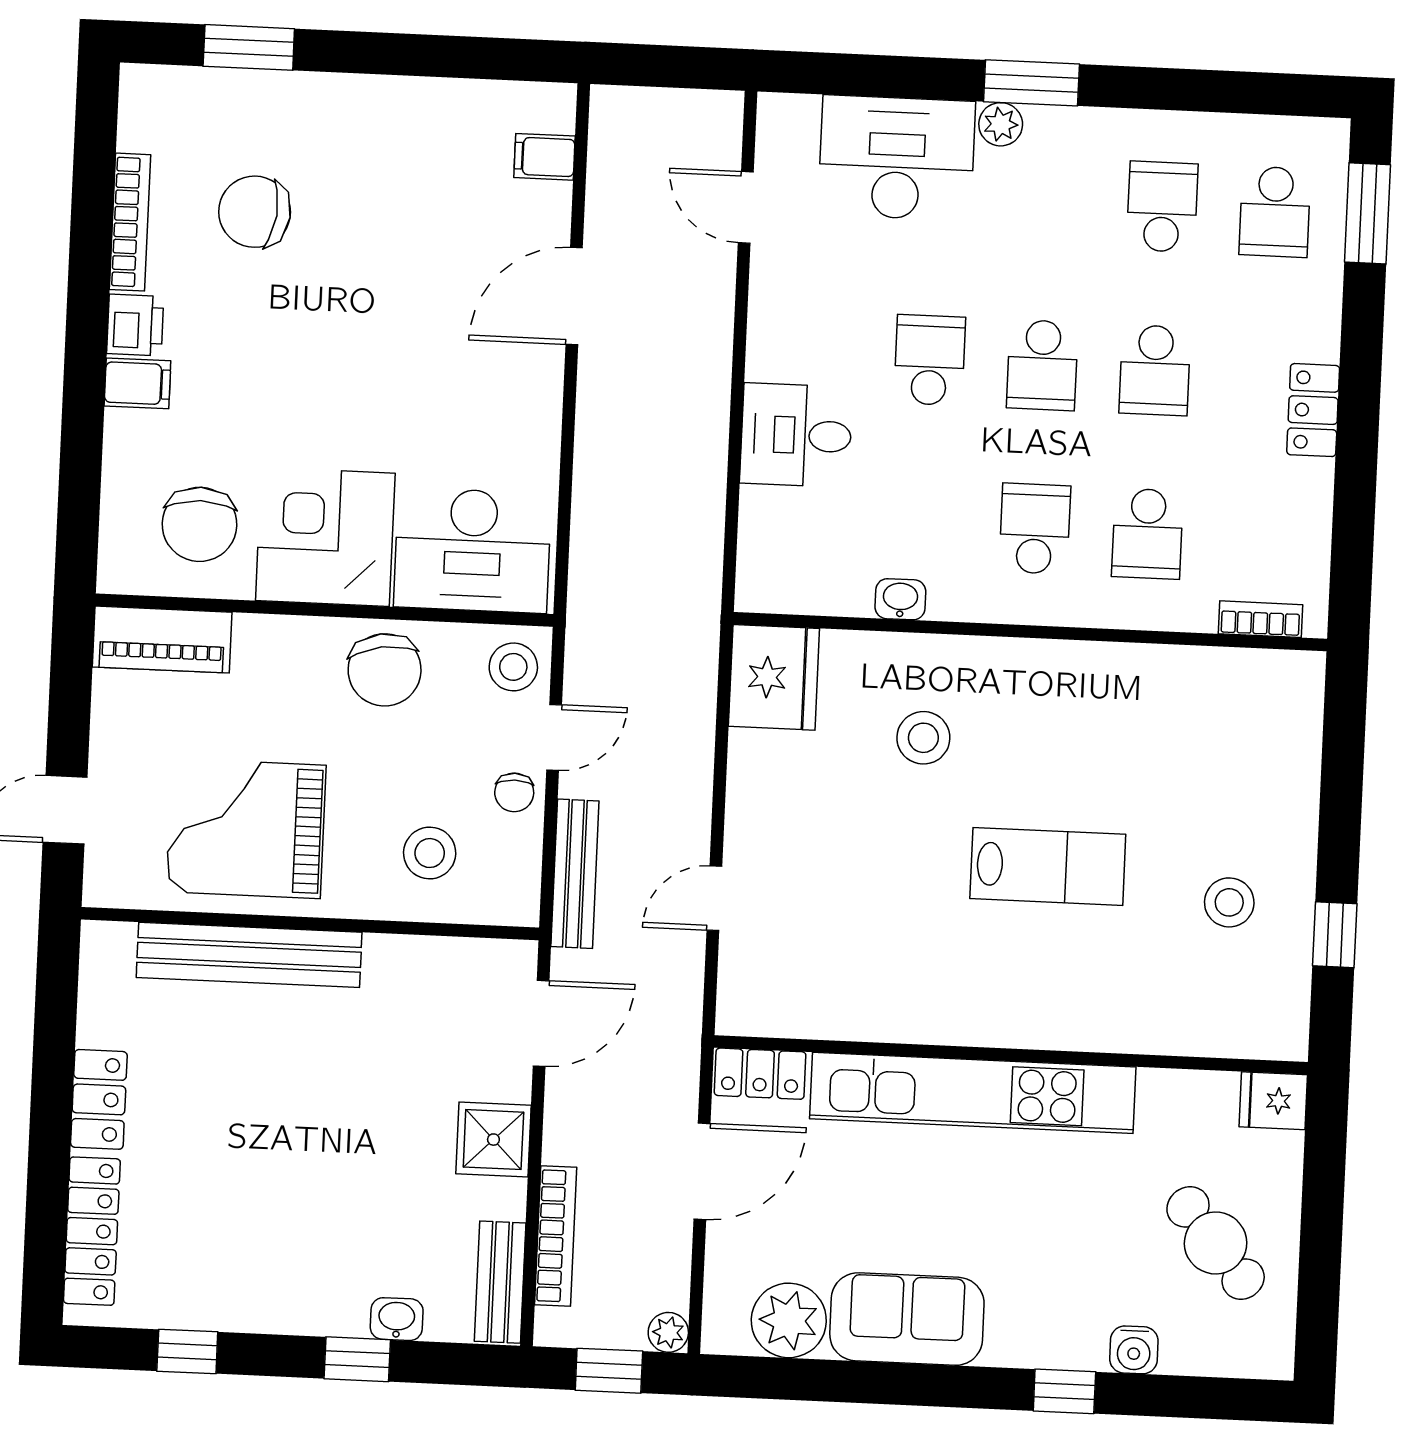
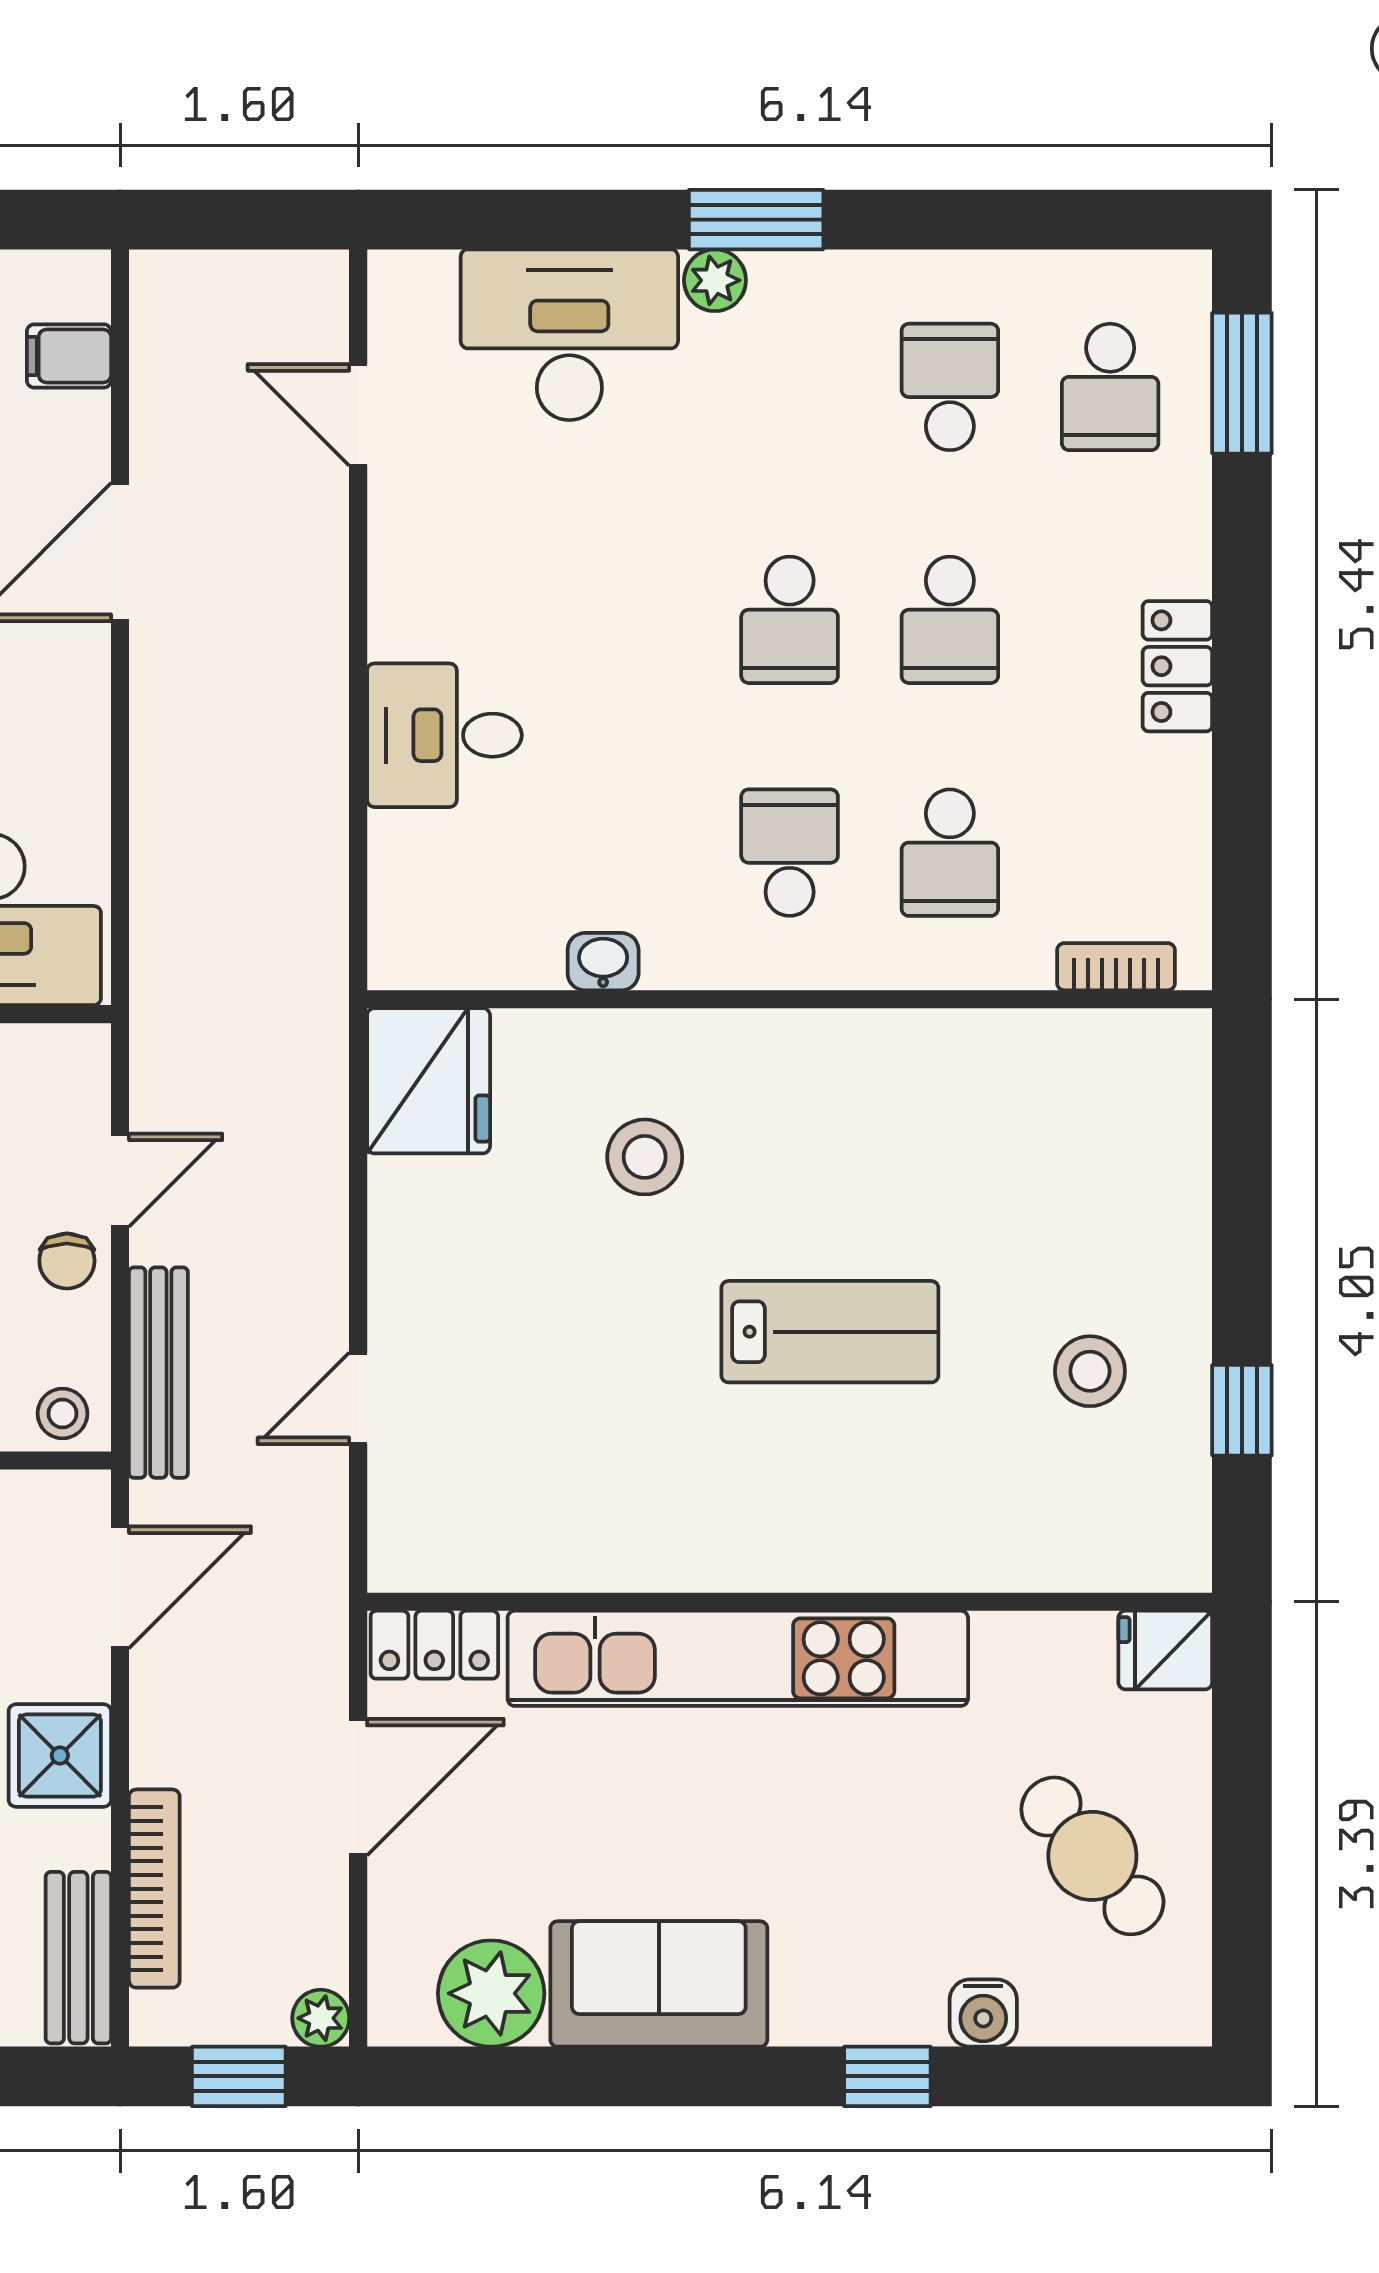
school desk: (930, 360) -> (629, 620), removed
stool: (513, 667) -> (63, 1413), moved, width x0.73, depth x0.73

